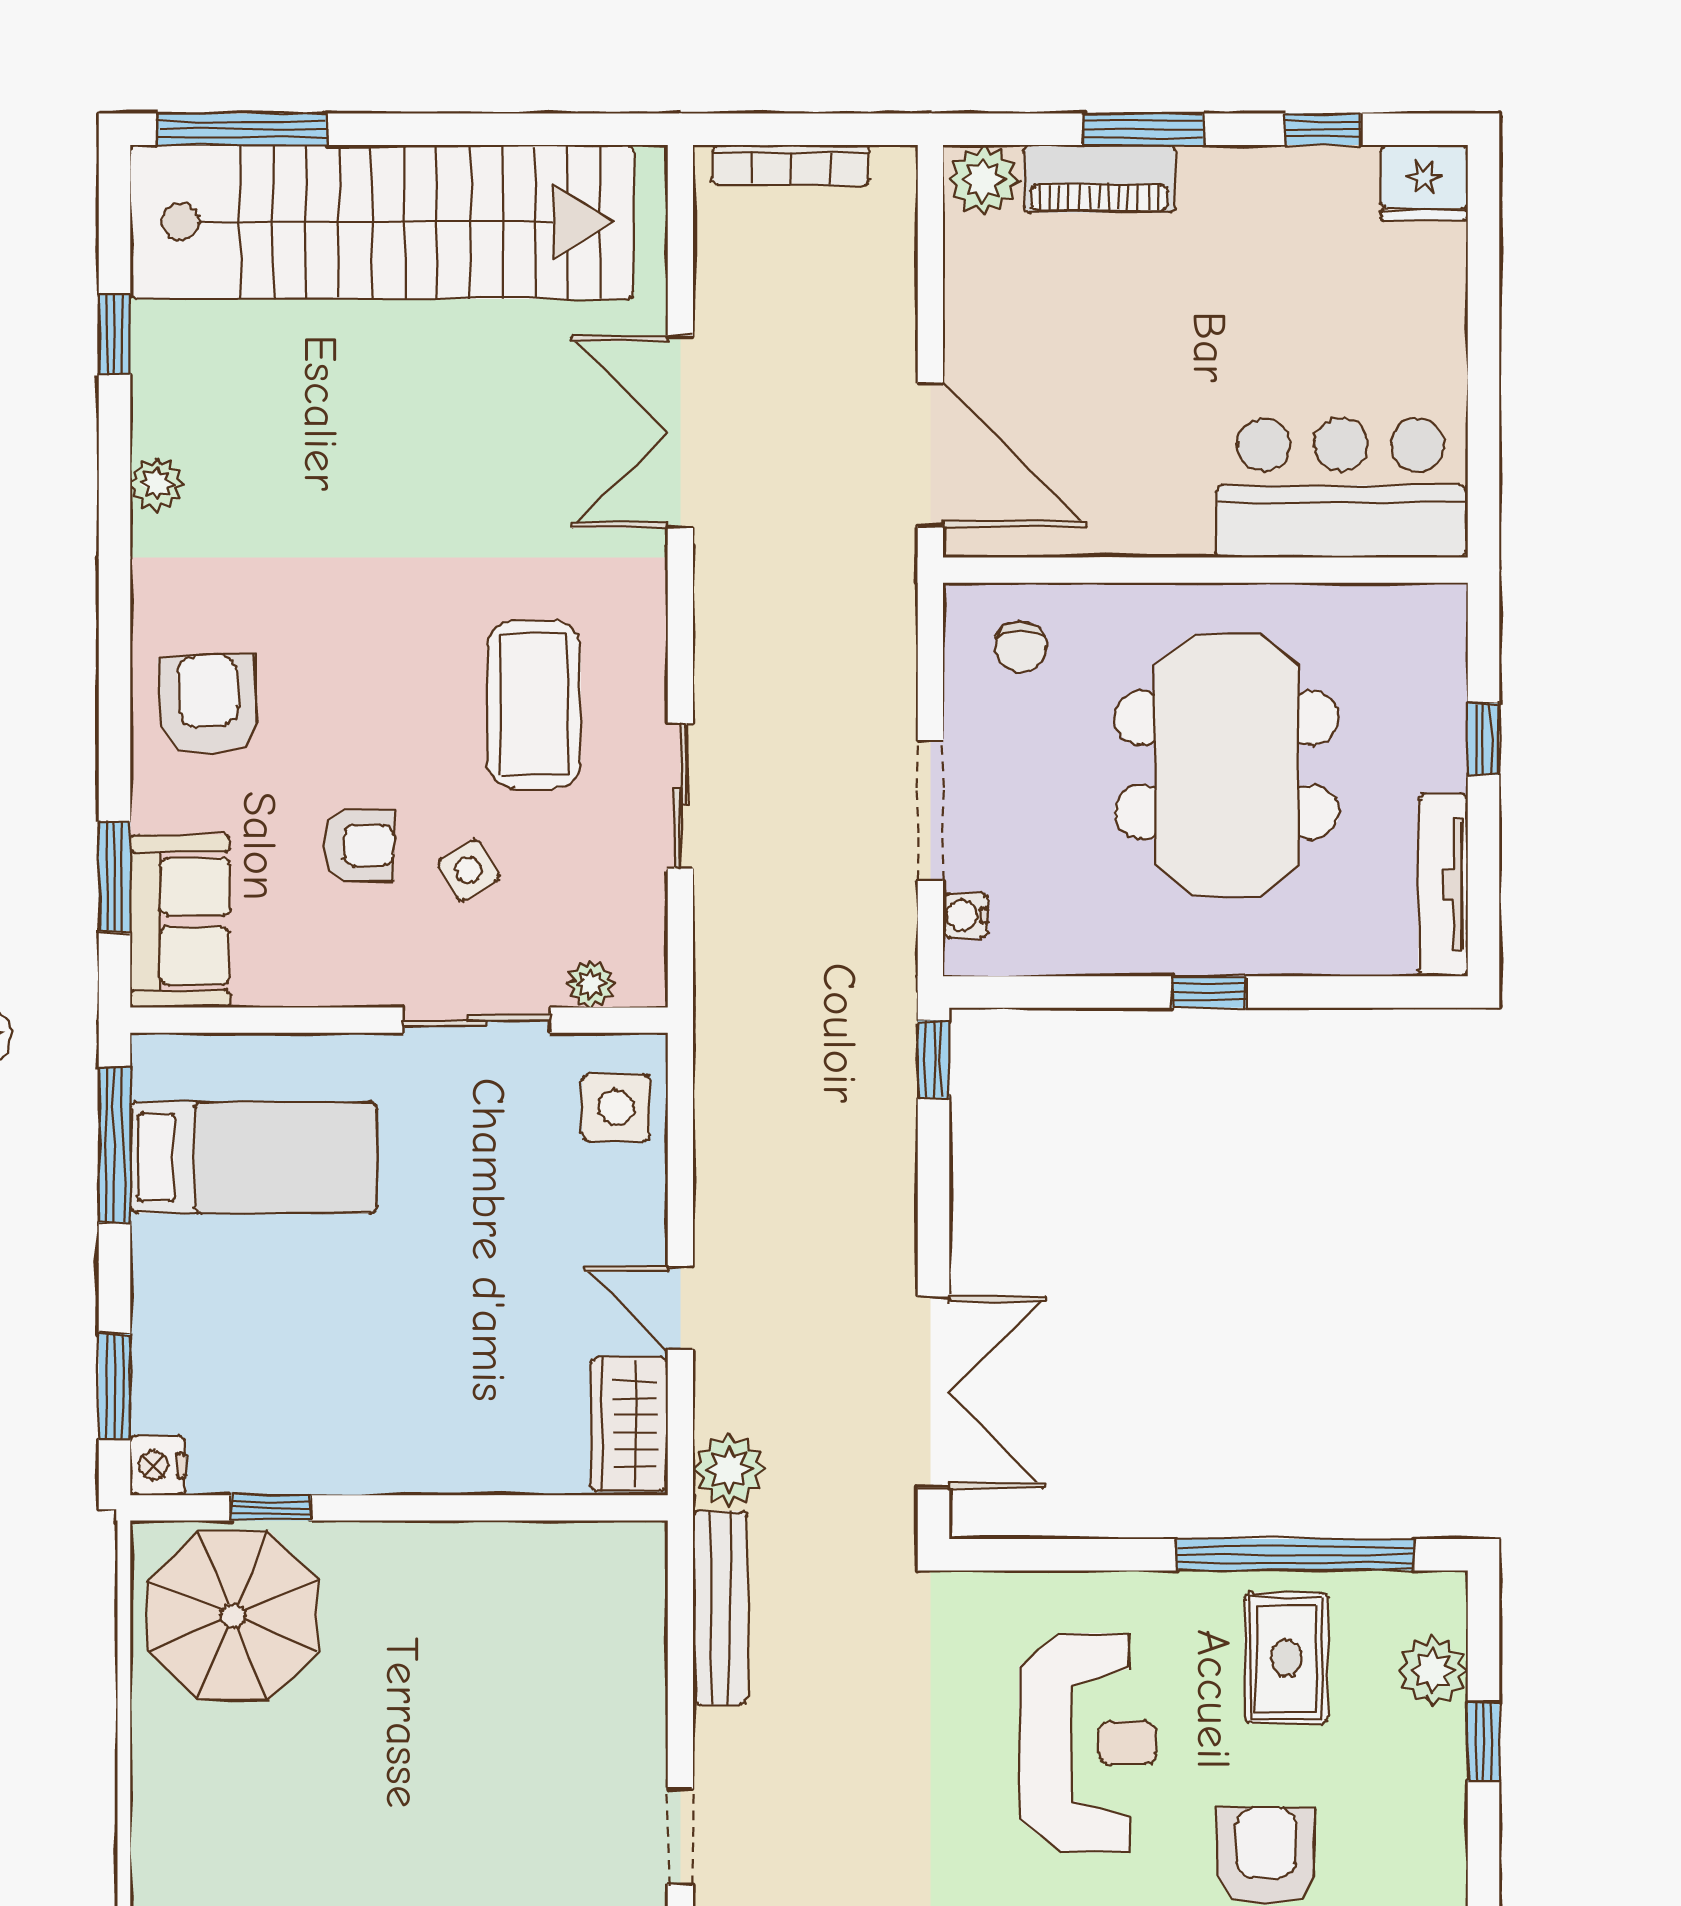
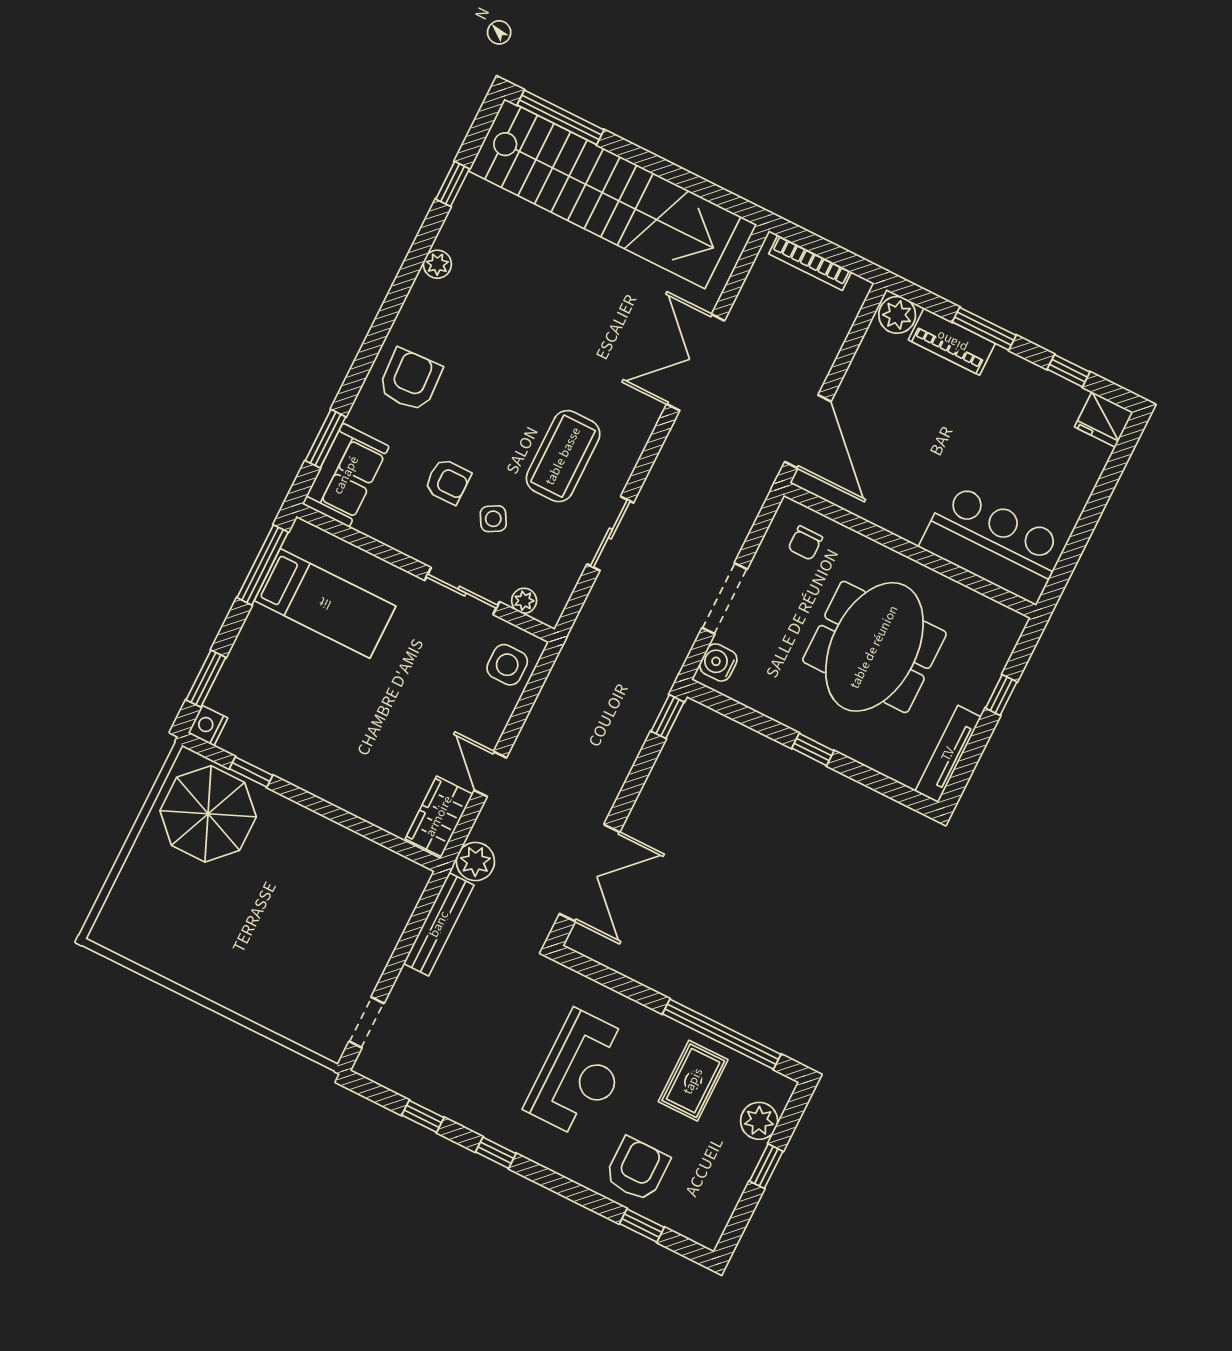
water cooler: (965, 915) -> (718, 662), width x1.38, depth x1.38

